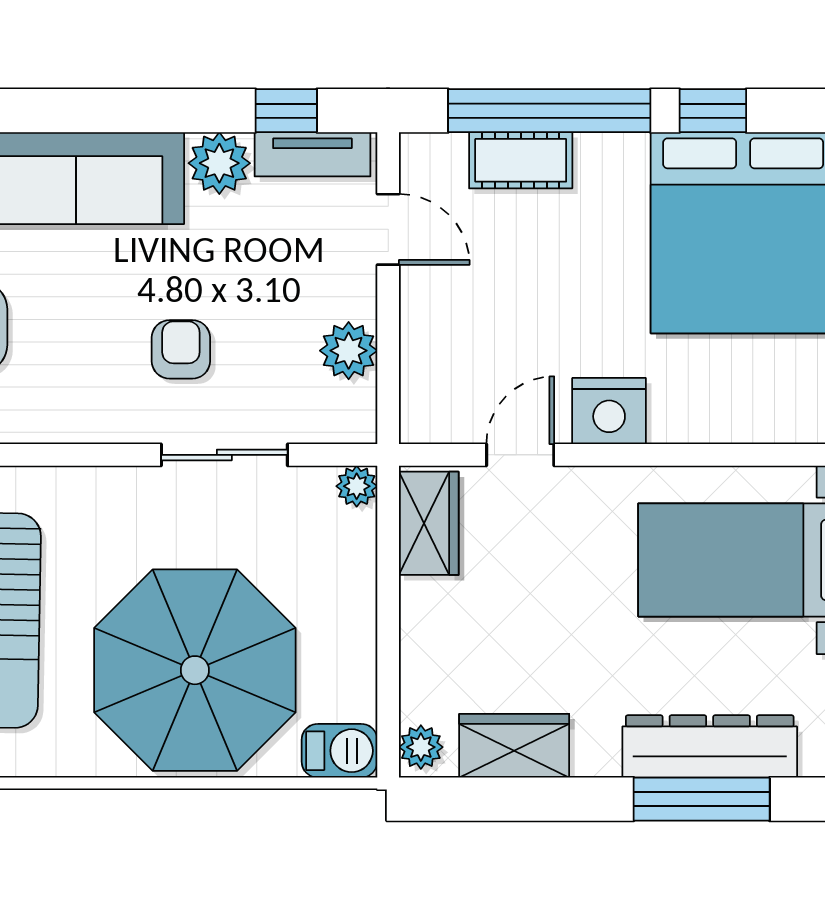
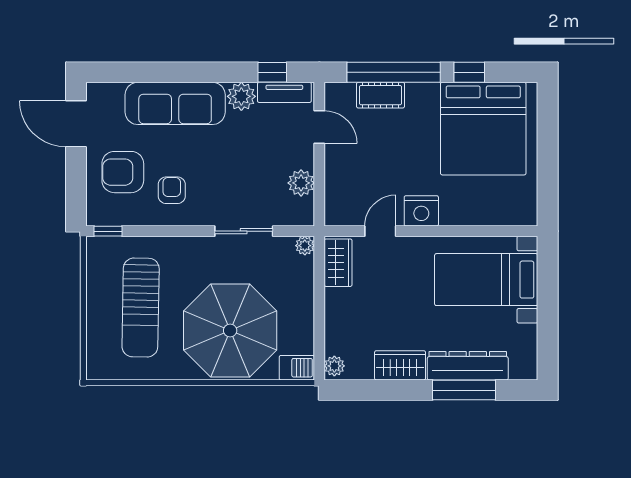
armchair: (181, 349) -> (172, 190), moved
wardrobe: (514, 746) -> (400, 365), moved

